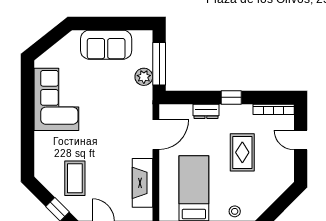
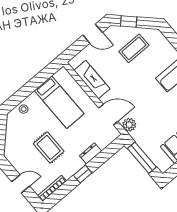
plant: (144, 77) -> (129, 125), moved
door: (156, 135) -> (108, 115), swing flipped
coffee table: (75, 178) -> (134, 48), turned 90

